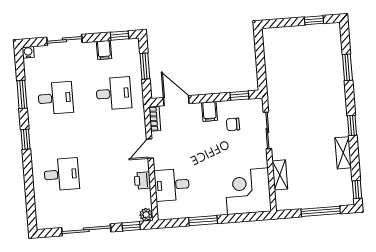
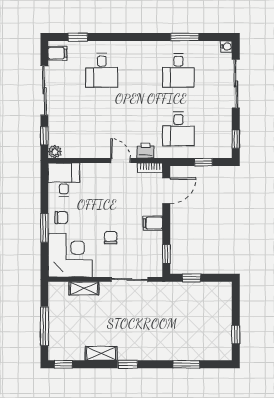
sliding door: (64, 40) -> (236, 84), width x1.37
filing cabinet: (104, 50) -> (57, 53), moved, turned 180
window: (145, 66) -> (203, 162), width x0.67
window: (261, 69) -> (191, 278), added
chair: (233, 124) -> (111, 238), moved
window: (25, 139) -> (78, 37), moved
printer: (142, 180) -> (145, 151), moved
desk: (172, 185) -> (64, 180), moved
chair: (211, 203) -> (61, 218), added
window: (203, 221) -> (44, 228), moved

